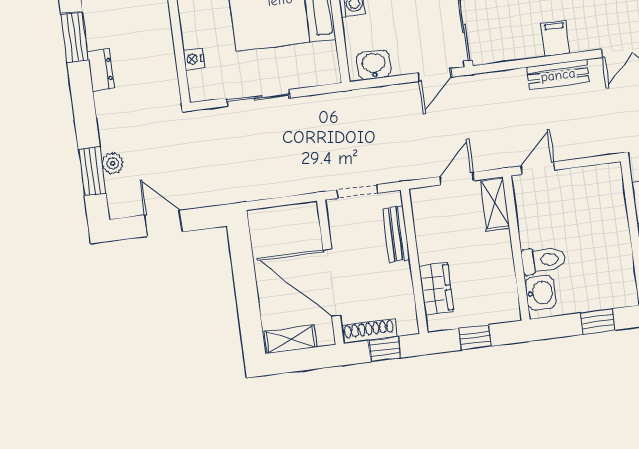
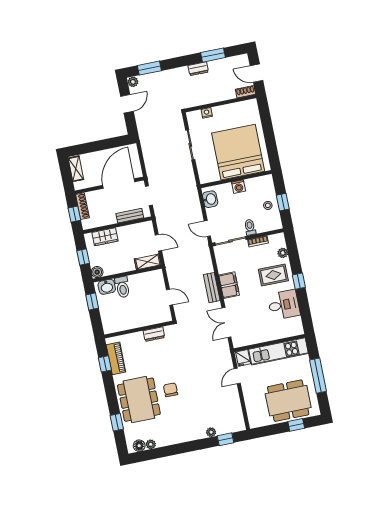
filing cabinet: (555, 38) -> (229, 285), width x2.00
plant: (113, 163) -> (133, 82), moved
door: (538, 168) -> (170, 297), moved
door: (332, 283) -> (119, 184), moved
boiler: (508, 310) -> (97, 272), added
window: (597, 321) -> (92, 301), moved

